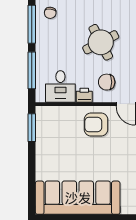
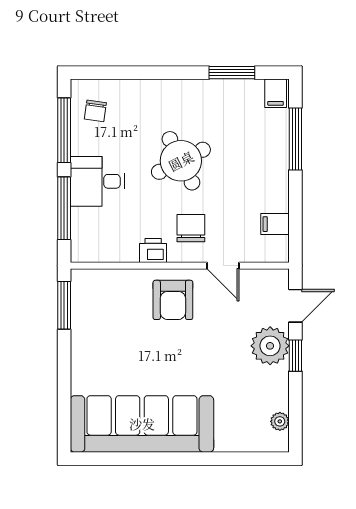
chair: (107, 82) -> (191, 228), turned 90
desk: (60, 86) -> (97, 181), moved, turned 90
armchair: (96, 124) -> (173, 300), turned -90

